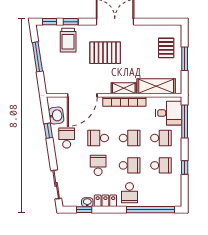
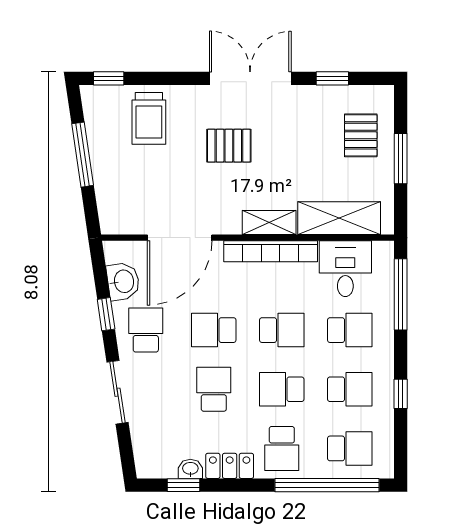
window: (71, 22) -> (332, 78), moved
pallet: (105, 53) -> (229, 146), width x0.67, depth x0.71
desk: (169, 113) -> (345, 269), moved, turned -90
school desk: (130, 165) -> (282, 389), turned 180
sliding door: (56, 184) -> (117, 392), moved
school desk: (161, 193) -> (350, 448), added

